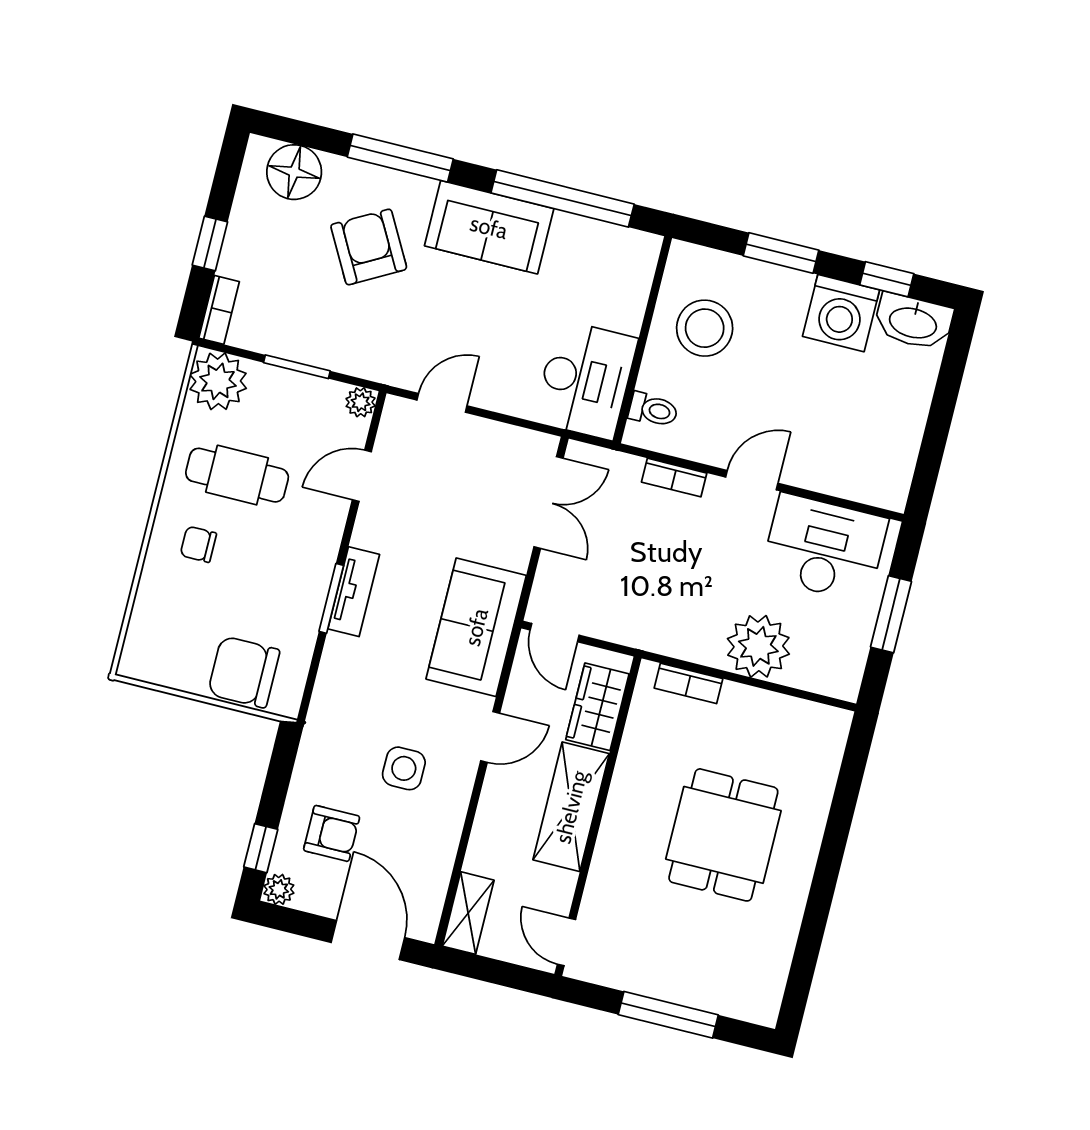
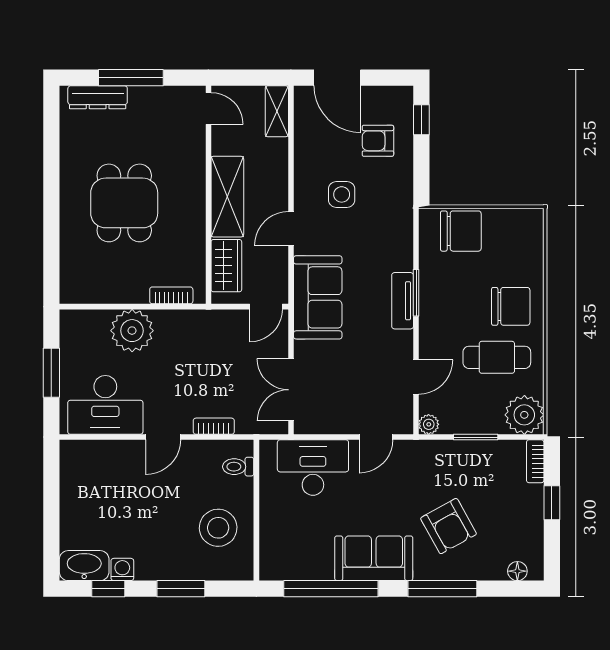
floor lamp: (294, 172) -> (517, 571), width x0.53, depth x0.53
washing machine: (841, 313) -> (122, 569), width x0.53, depth x0.53
desk: (585, 380) -> (313, 468), moved, turned 90
chair: (198, 544) -> (511, 306), width x1.87, depth x1.87
door: (555, 633) -> (266, 307), swing flipped
plant: (279, 889) -> (403, 96), removed
dresser: (724, 998) -> (98, 97), added

